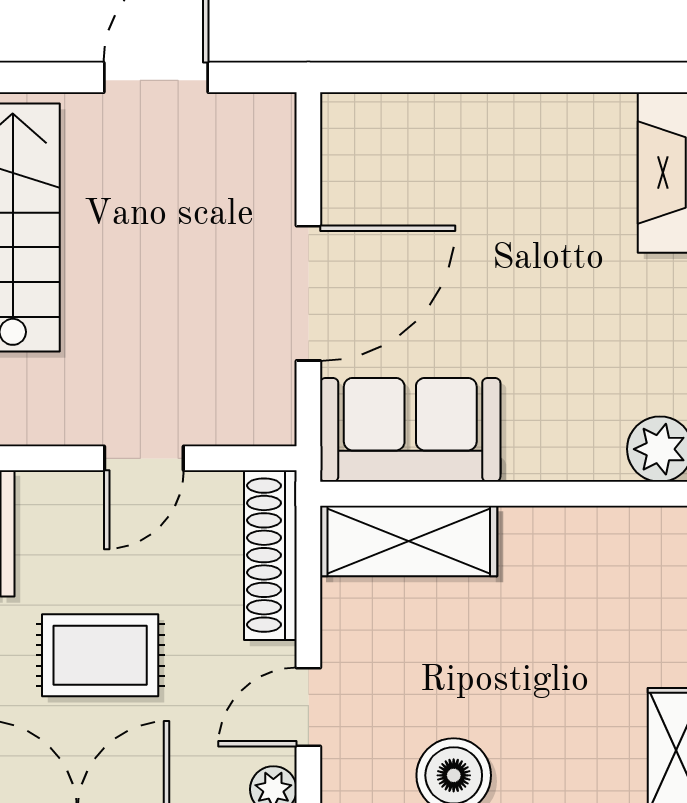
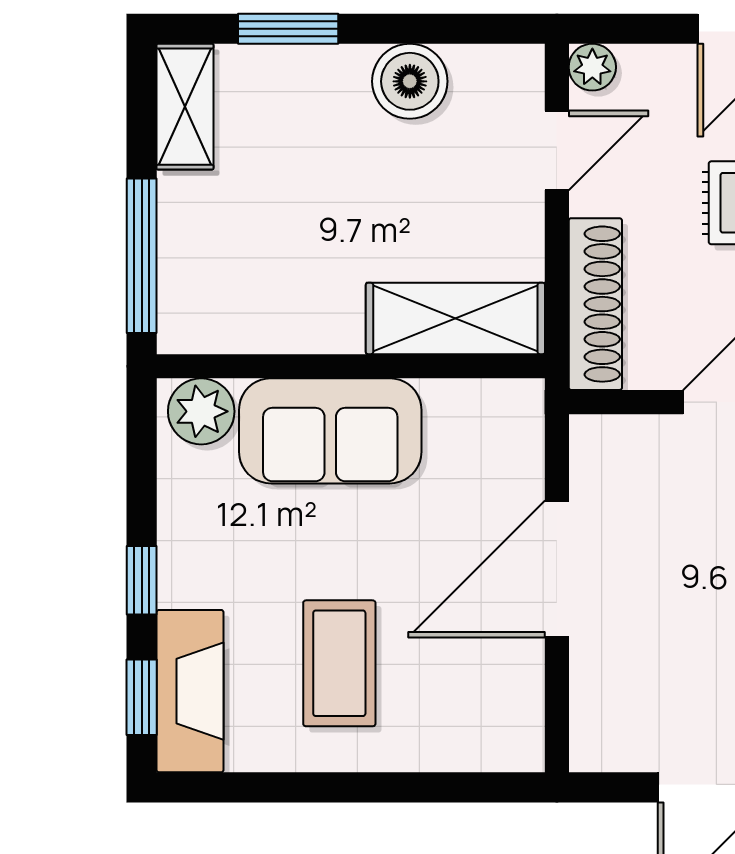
coffee table: (523, 200) -> (339, 663), added
sofa: (410, 430) -> (330, 431), moved

